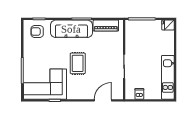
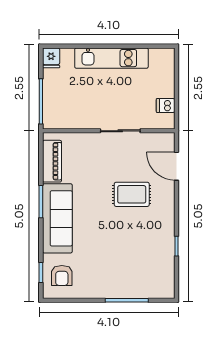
rug: (78, 63) -> (132, 194), moved
kitchen unit: (168, 77) -> (111, 58), moved
corner sofa: (45, 84) -> (149, 262), removed

